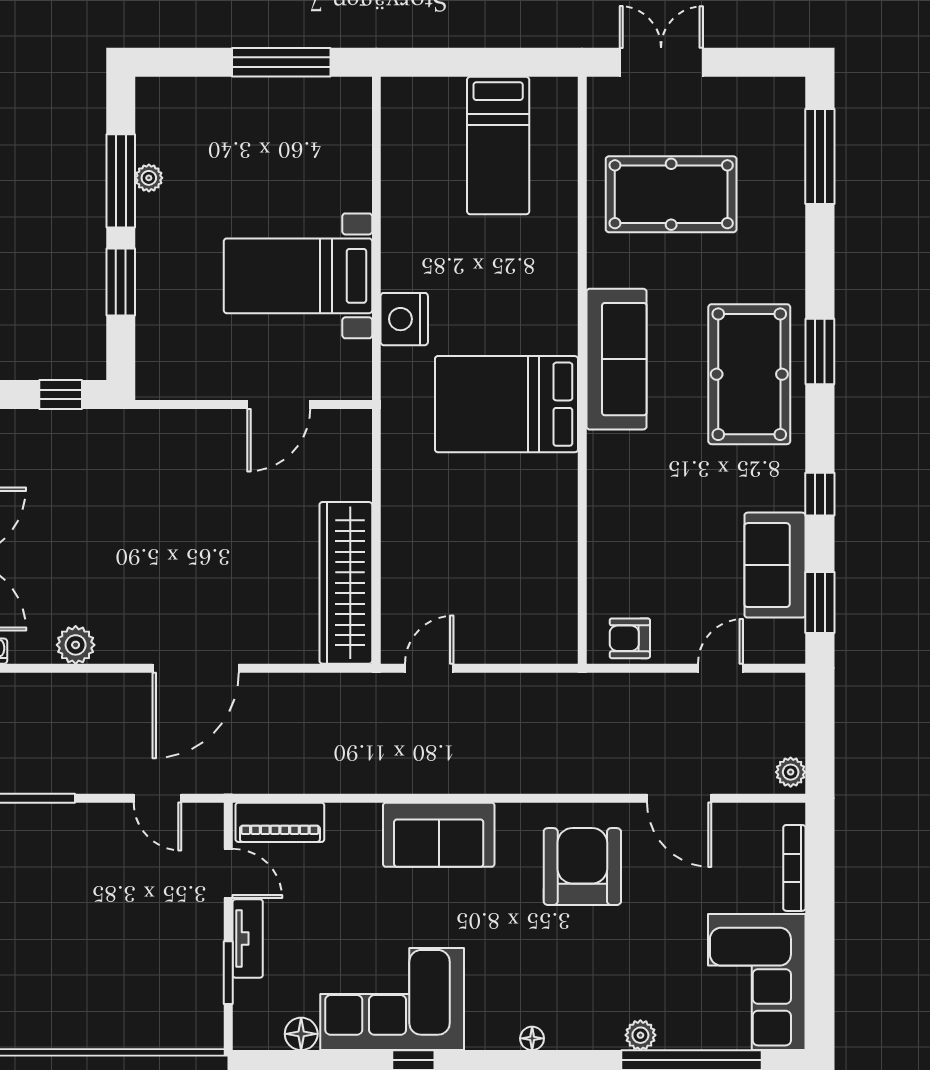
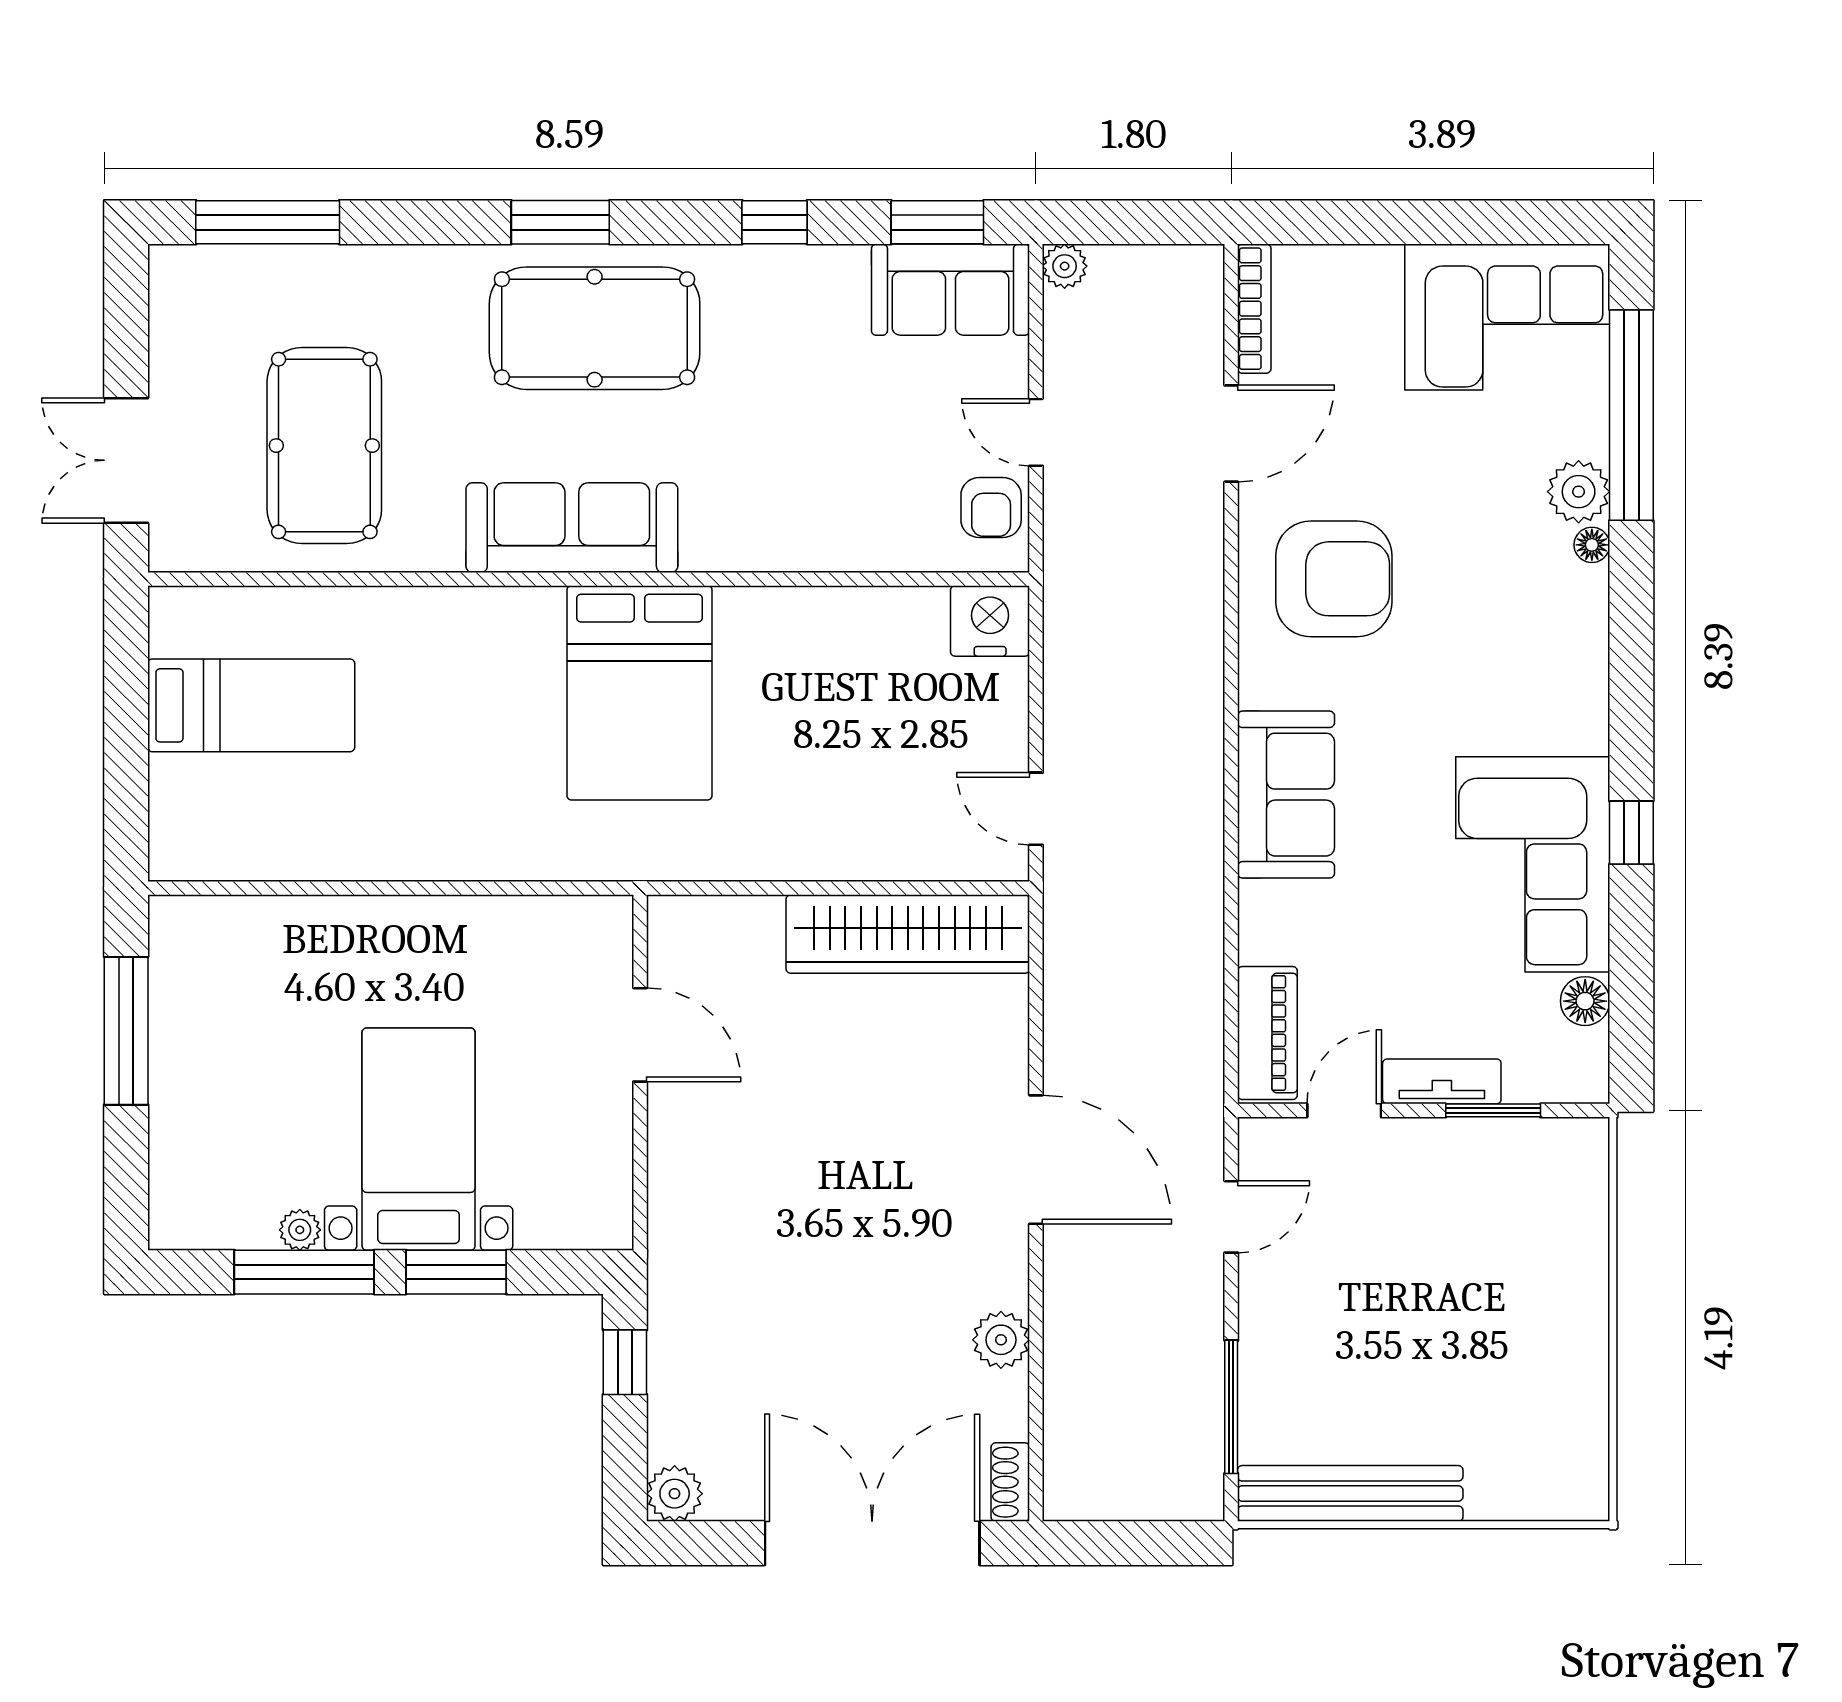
bed with nightstands: (298, 276) -> (419, 1139), moved, turned 180
nightstand: (404, 319) -> (990, 621), moved, turned 180
sofa: (775, 565) -> (950, 290), moved
door: (720, 668) -> (1036, 432), moved
plant: (791, 772) -> (1065, 266), moved
armchair: (582, 867) -> (1334, 579), turned 180
bookcase: (794, 868) -> (1254, 309), moved, turned -90
plant: (640, 1035) -> (1579, 492), width x1.38, depth x1.38
floor lamp: (532, 1038) -> (1592, 545), moved

